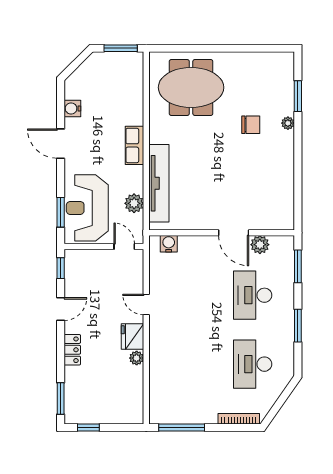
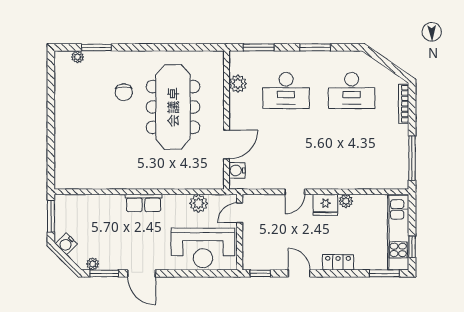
meeting table: (191, 87) -> (173, 107), moved, width x1.36
plant: (71, 92) -> (93, 264), added
water cooler: (72, 108) -> (66, 244), moved, turned 45
plant: (288, 123) -> (78, 57), moved
chair: (251, 125) -> (124, 92), turned 180
door: (61, 144) -> (142, 273), hinge flipped
tv unit: (159, 183) -> (179, 180), removed
window: (61, 212) -> (104, 273), moved
door: (234, 233) -> (227, 144), moved
kitchen unit: (103, 413) -> (398, 233), added

